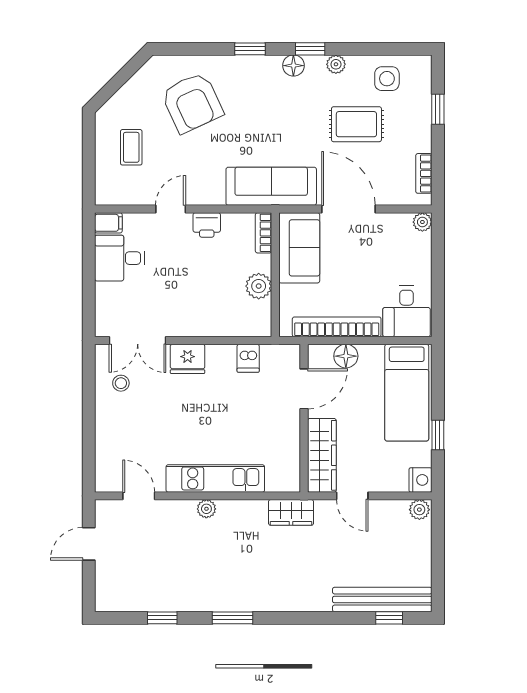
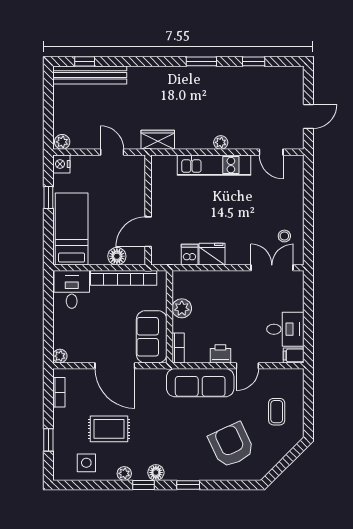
sofa: (271, 186) -> (200, 383), moved
fridge: (188, 359) -> (212, 254), moved
wardrobe: (322, 455) -> (135, 182), removed

